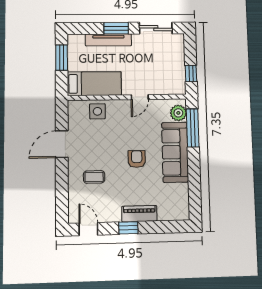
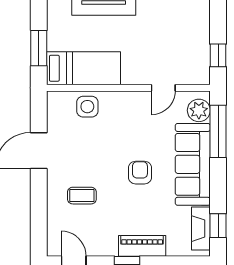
window: (62, 58) -> (39, 48), moved
door: (140, 97) -> (163, 88), moved
window: (195, 197) -> (218, 226), added
fireplace: (182, 200) -> (201, 229), added

